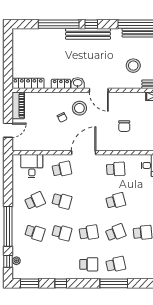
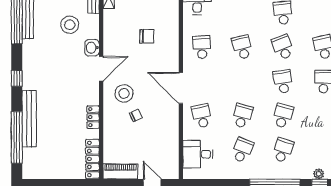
window: (59, 24) -> (17, 138), moved
bench: (88, 34) -> (29, 119), moved
washbasin: (78, 83) -> (92, 48), moved
school desk: (35, 201) -> (242, 150), turned 45

